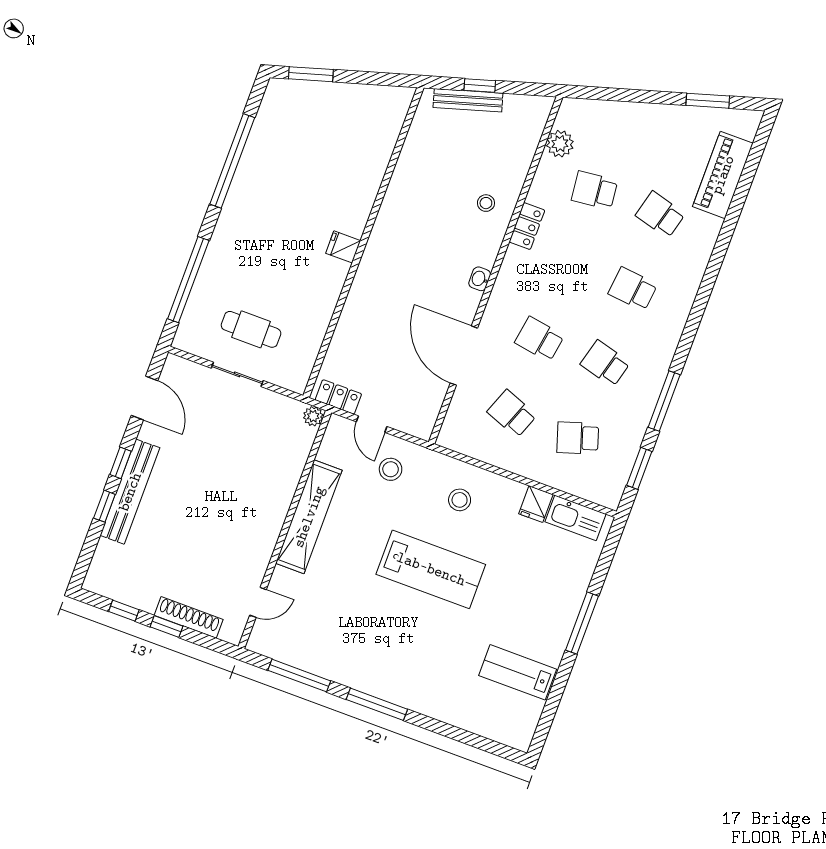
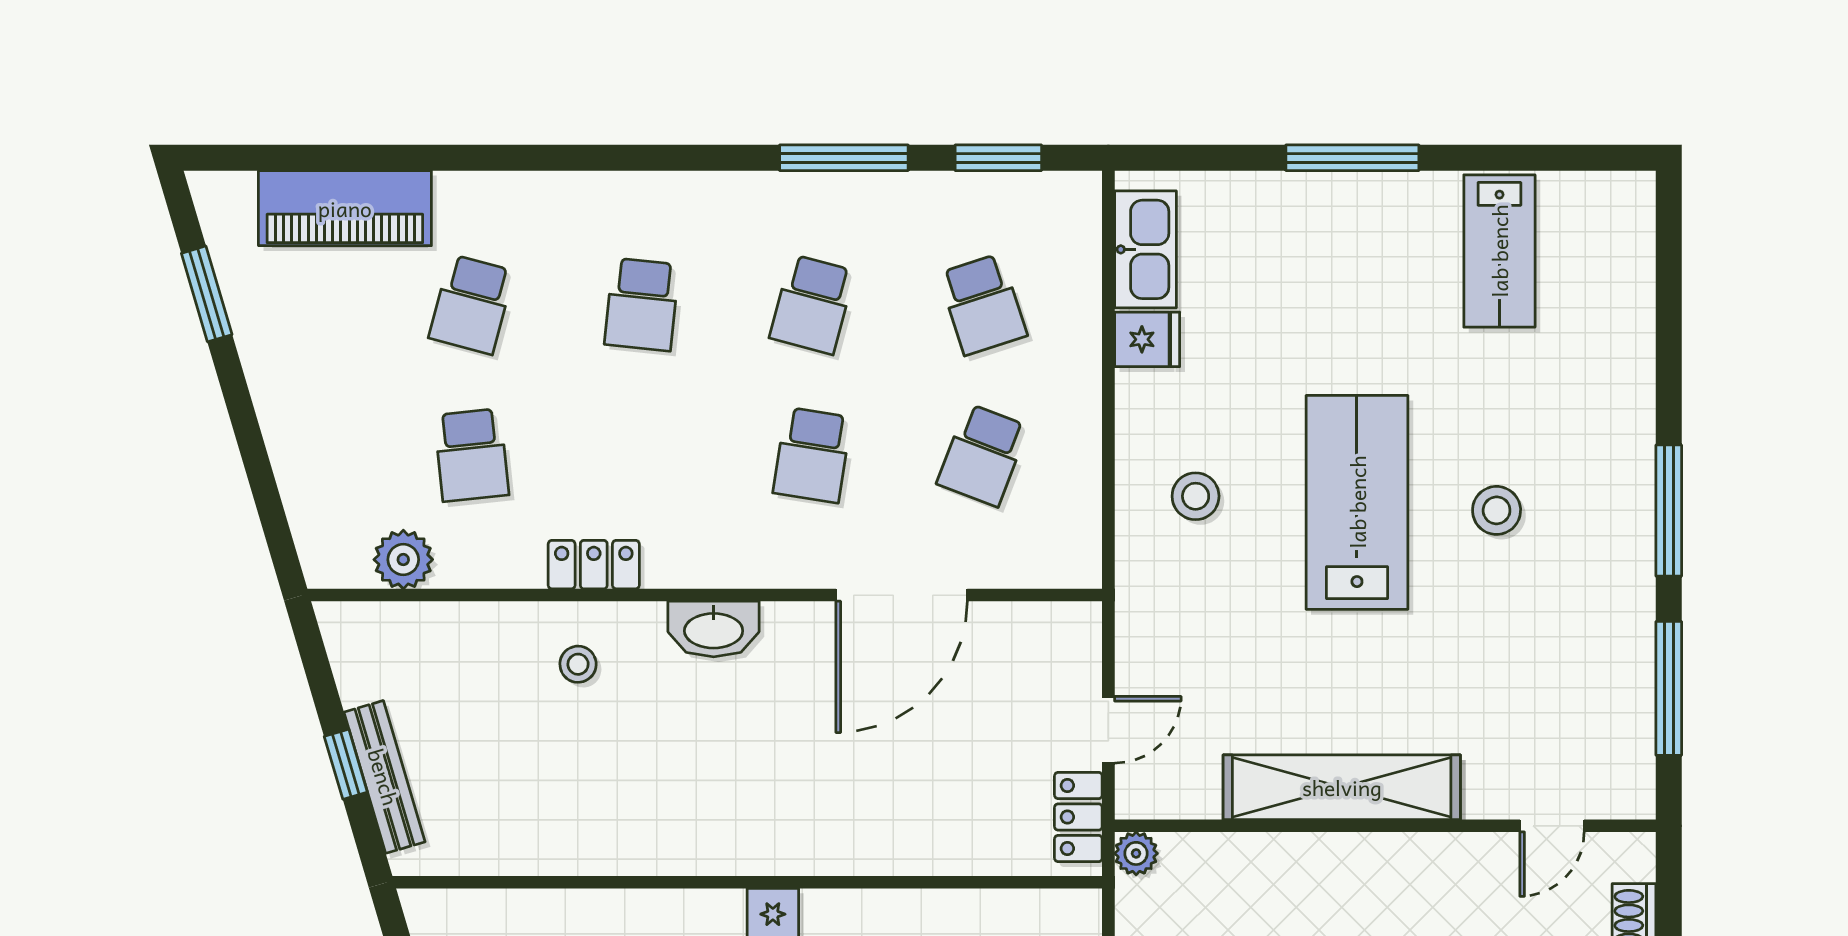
washbasin: (480, 279) -> (714, 629), width x1.91, depth x1.45
stool: (391, 469) -> (1497, 510), moved
door: (258, 602) -> (1552, 826), swing flipped

